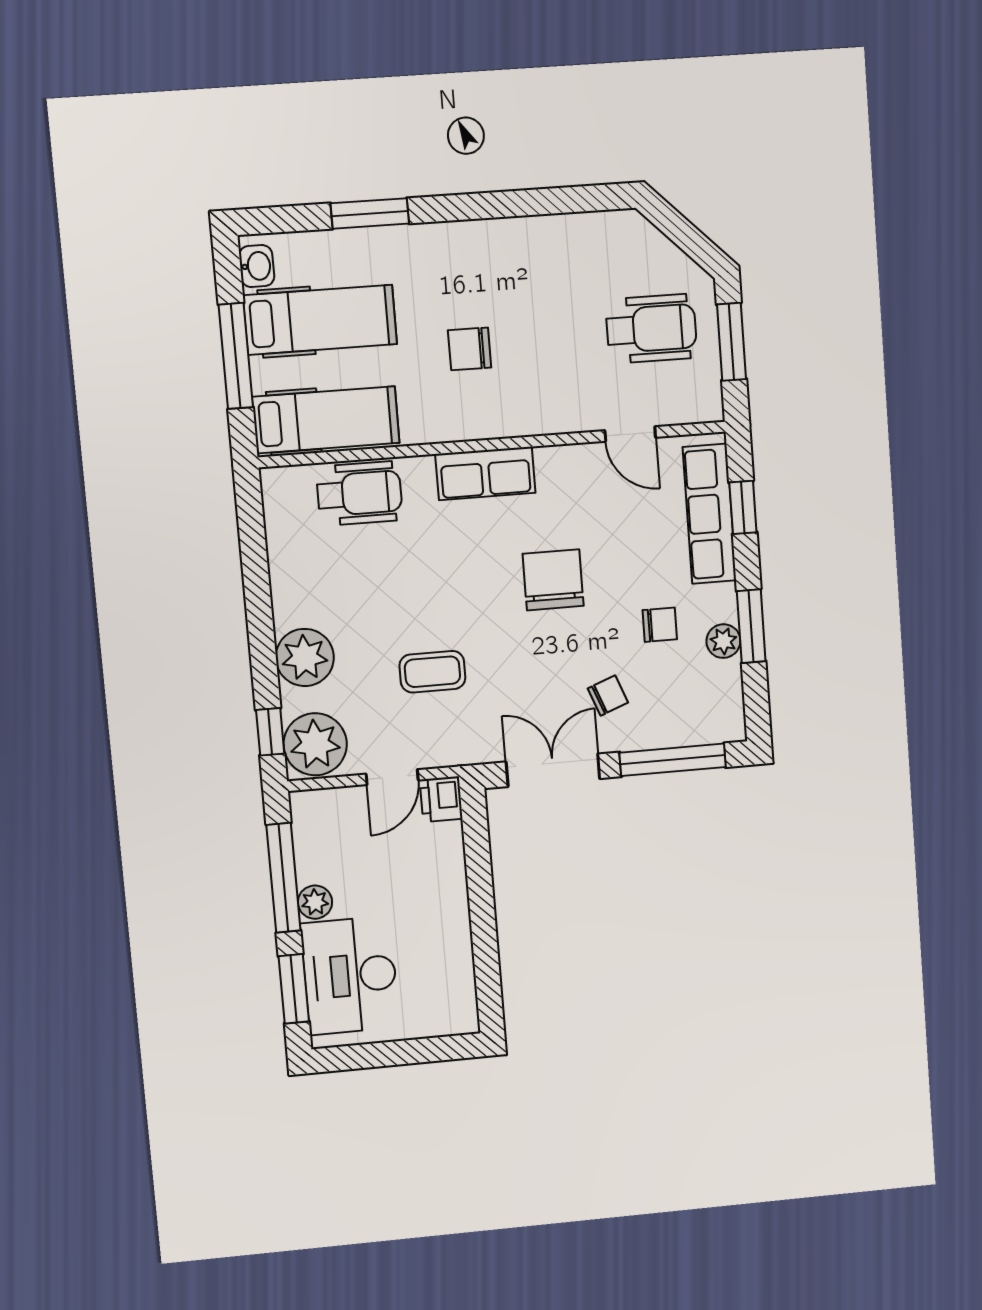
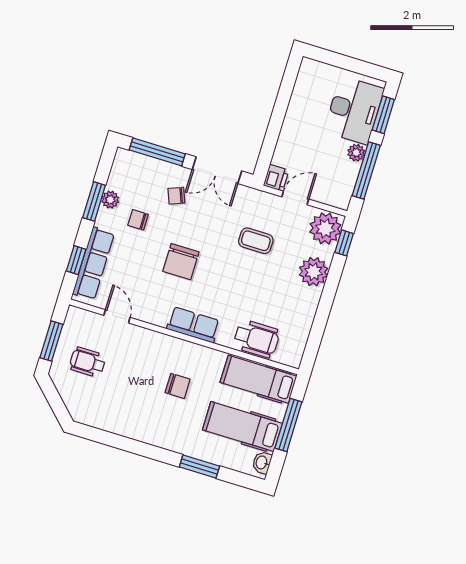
wheelchair: (651, 329) -> (87, 362), width x0.73, depth x0.73
wheelchair: (359, 493) -> (257, 339), turned 180

